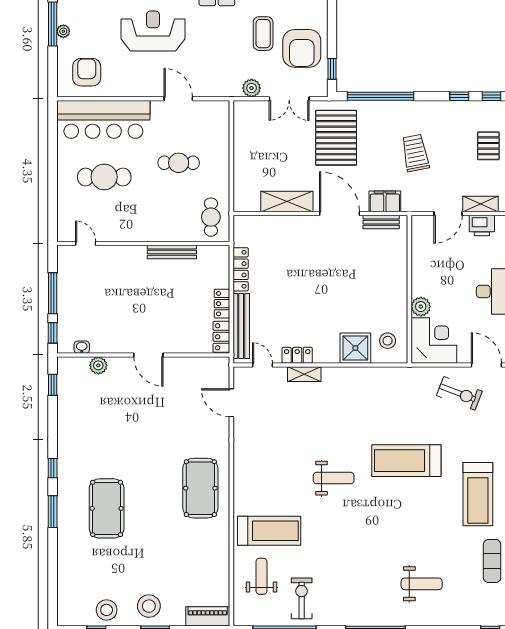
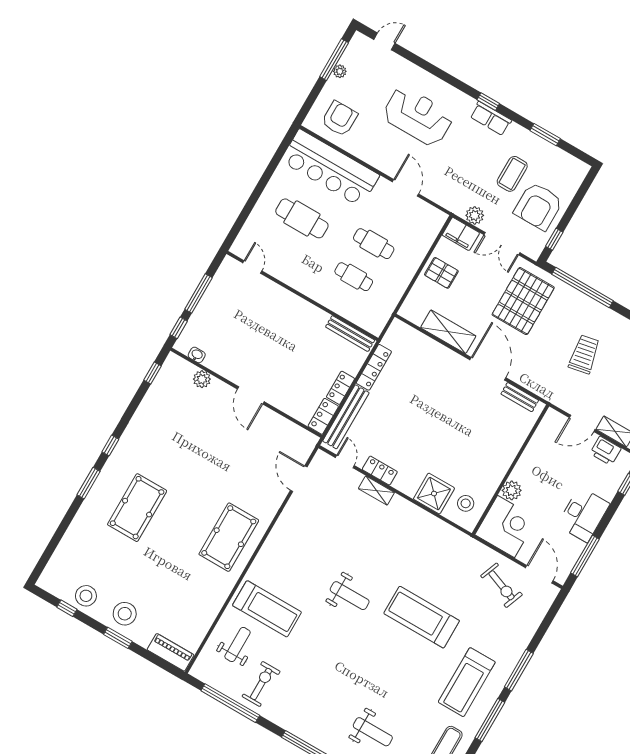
pallet: (252, 154) -> (441, 273), added
filing cabinet: (385, 201) -> (461, 234), moved, turned 180
cafe table: (211, 217) -> (354, 277), moved, turned 90
bench: (172, 252) -> (350, 334), moved

